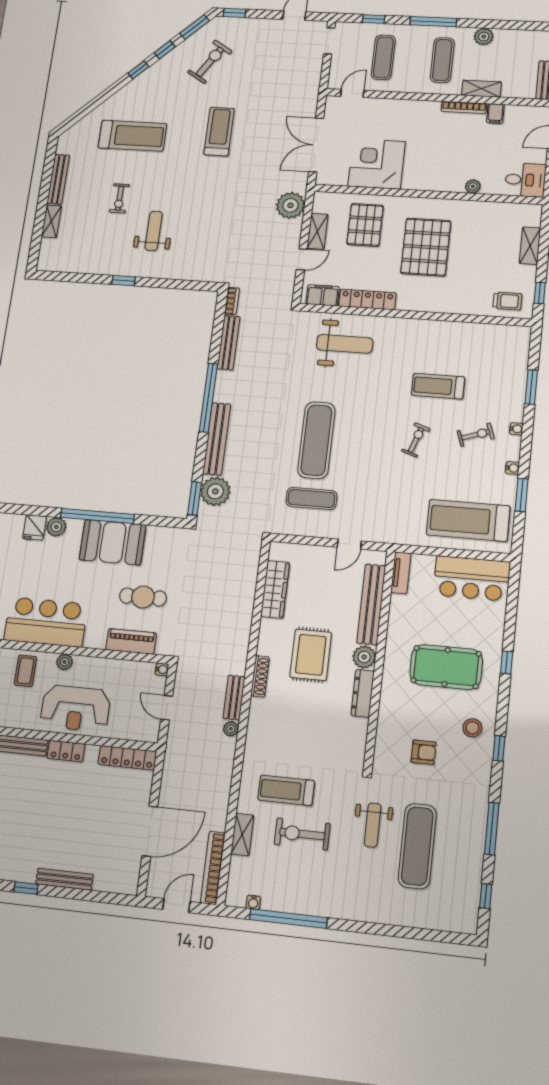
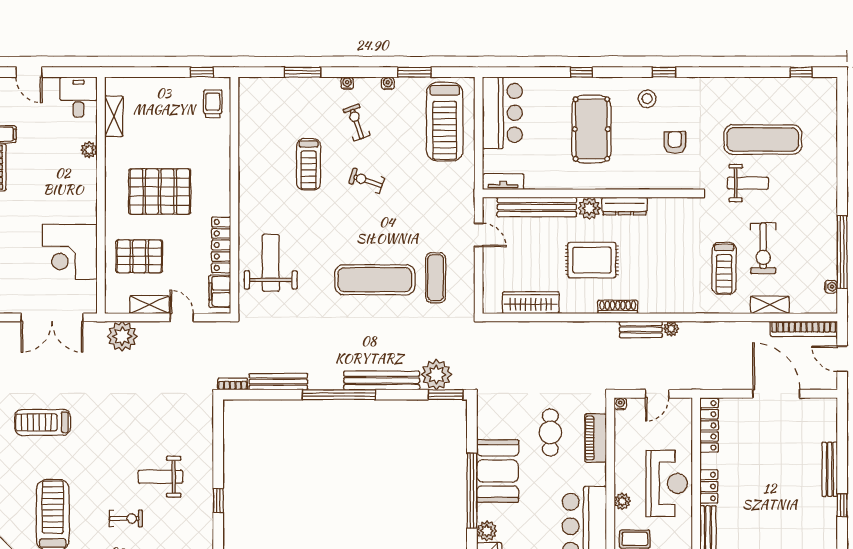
shelving: (530, 246) -> (114, 116), moved, turned 90
window: (492, 829) -> (739, 72), removed

